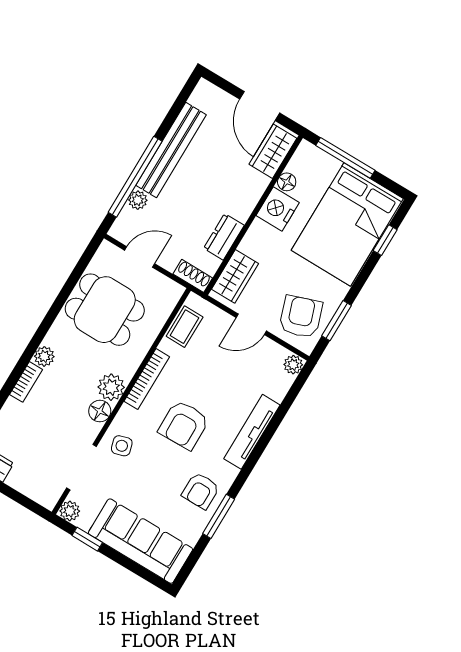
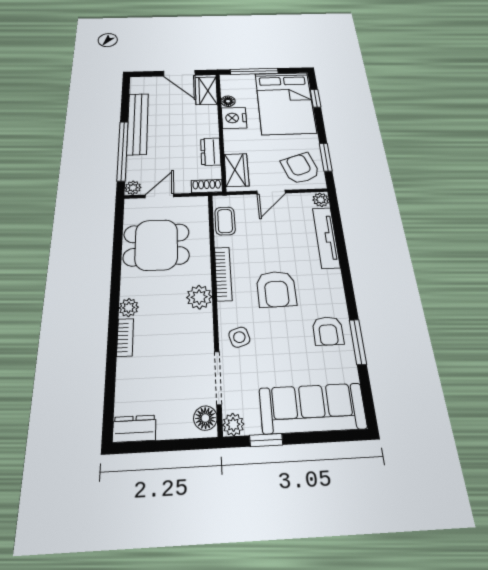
plant: (138, 200) -> (133, 188), moved
floor lamp: (100, 411) -> (205, 418), moved
tv unit: (252, 432) -> (326, 237), moved

